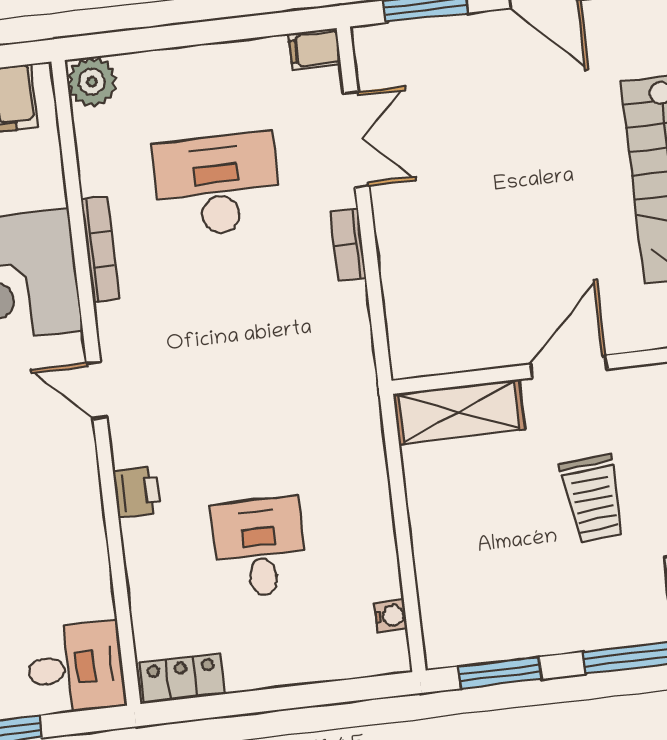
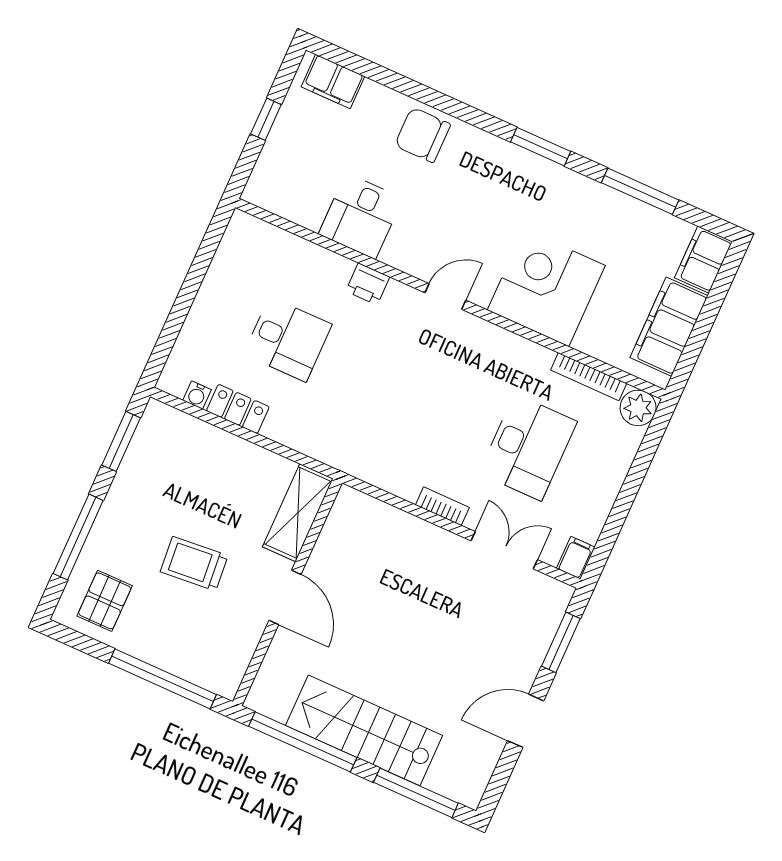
double door: (357, 140) -> (504, 550), swing flipped
bookcase: (100, 249) -> (589, 377), moved
desk: (75, 668) -> (361, 216), moved
locker: (182, 678) -> (238, 409), moved, turned -90

